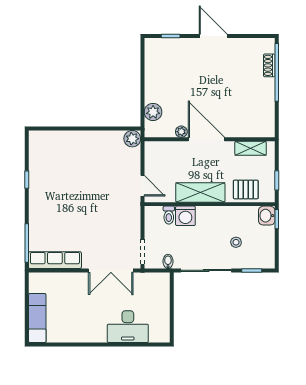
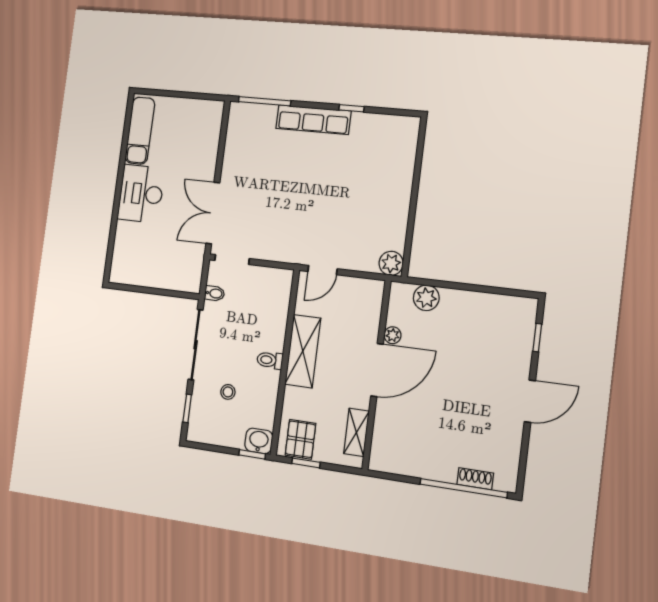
pallet: (246, 189) -> (300, 439), moved
toilet: (169, 215) -> (270, 360), moved
washing machine: (185, 216) -> (273, 326), removed
row of seats: (55, 260) -> (313, 120), moved, turned 90
exam couch: (37, 318) -> (140, 131), moved, turned -90
desk: (128, 327) -> (141, 194), moved

